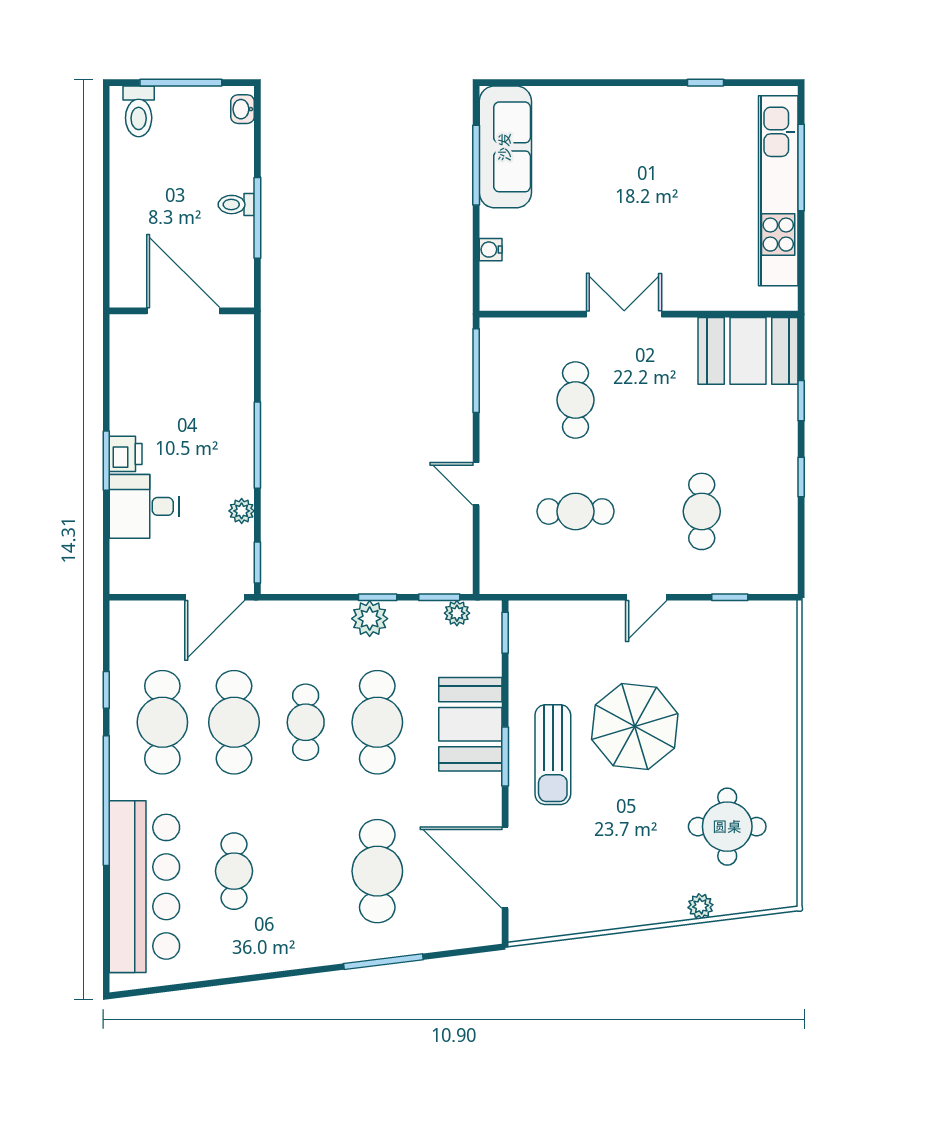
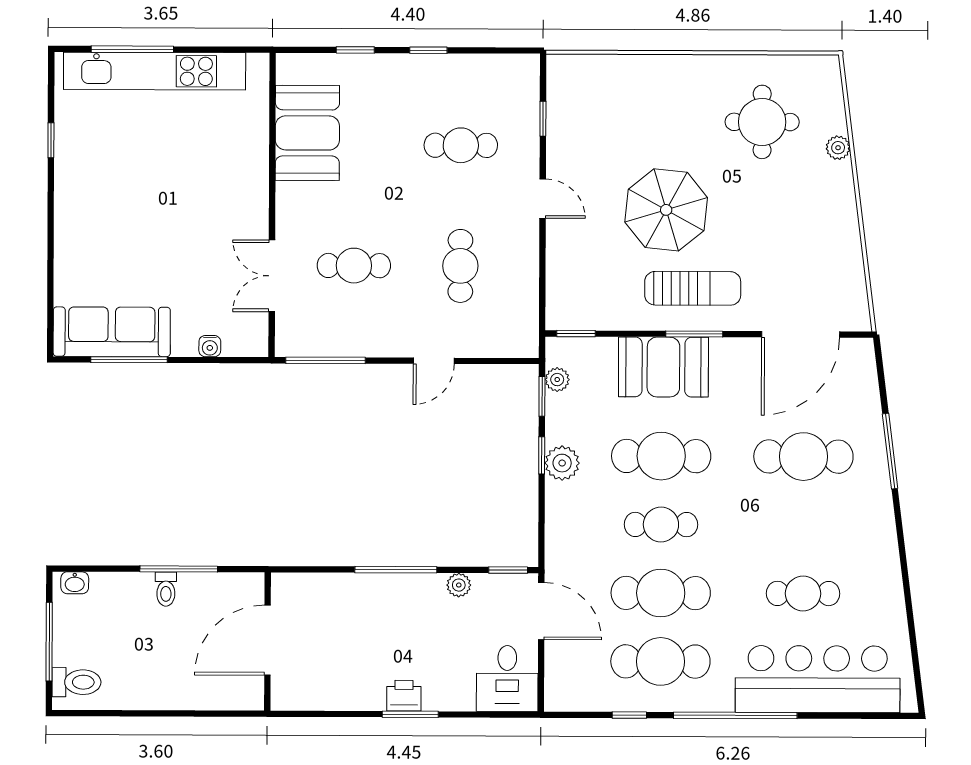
double door: (624, 314) -> (272, 276), moved
booth: (748, 351) -> (307, 133), moved
desk: (144, 506) -> (507, 678), moved

